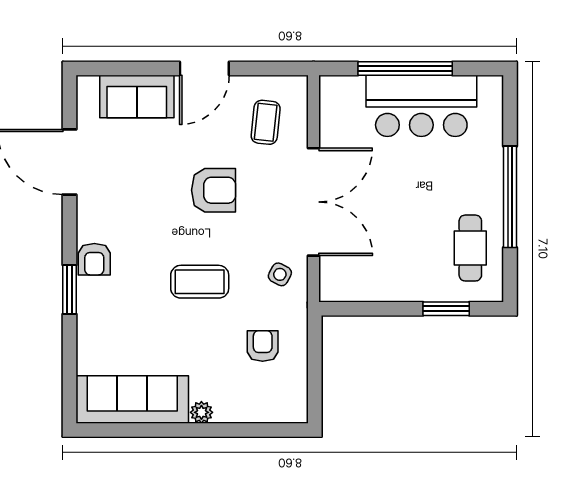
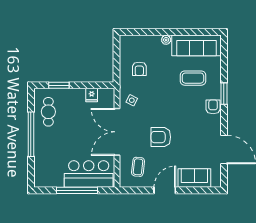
bar counter: (421, 106) -> (89, 174), moved
coffee table: (200, 282) -> (193, 78), moved
fridge: (372, 286) -> (92, 95), added

